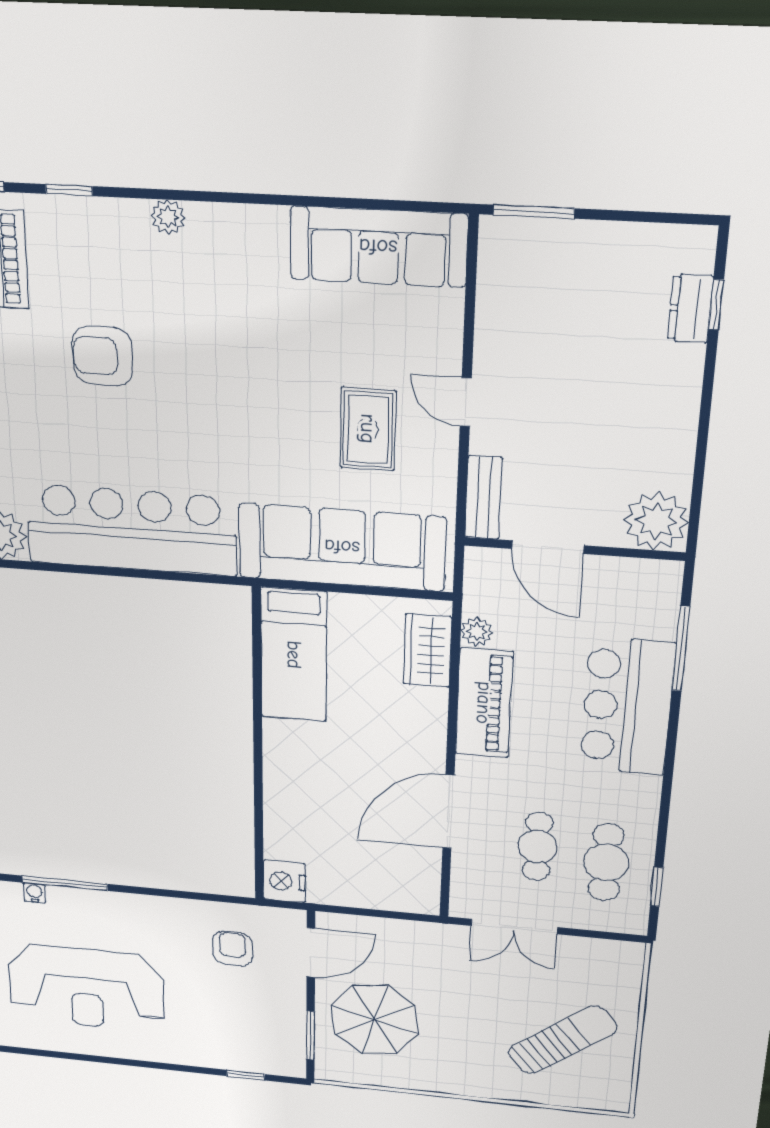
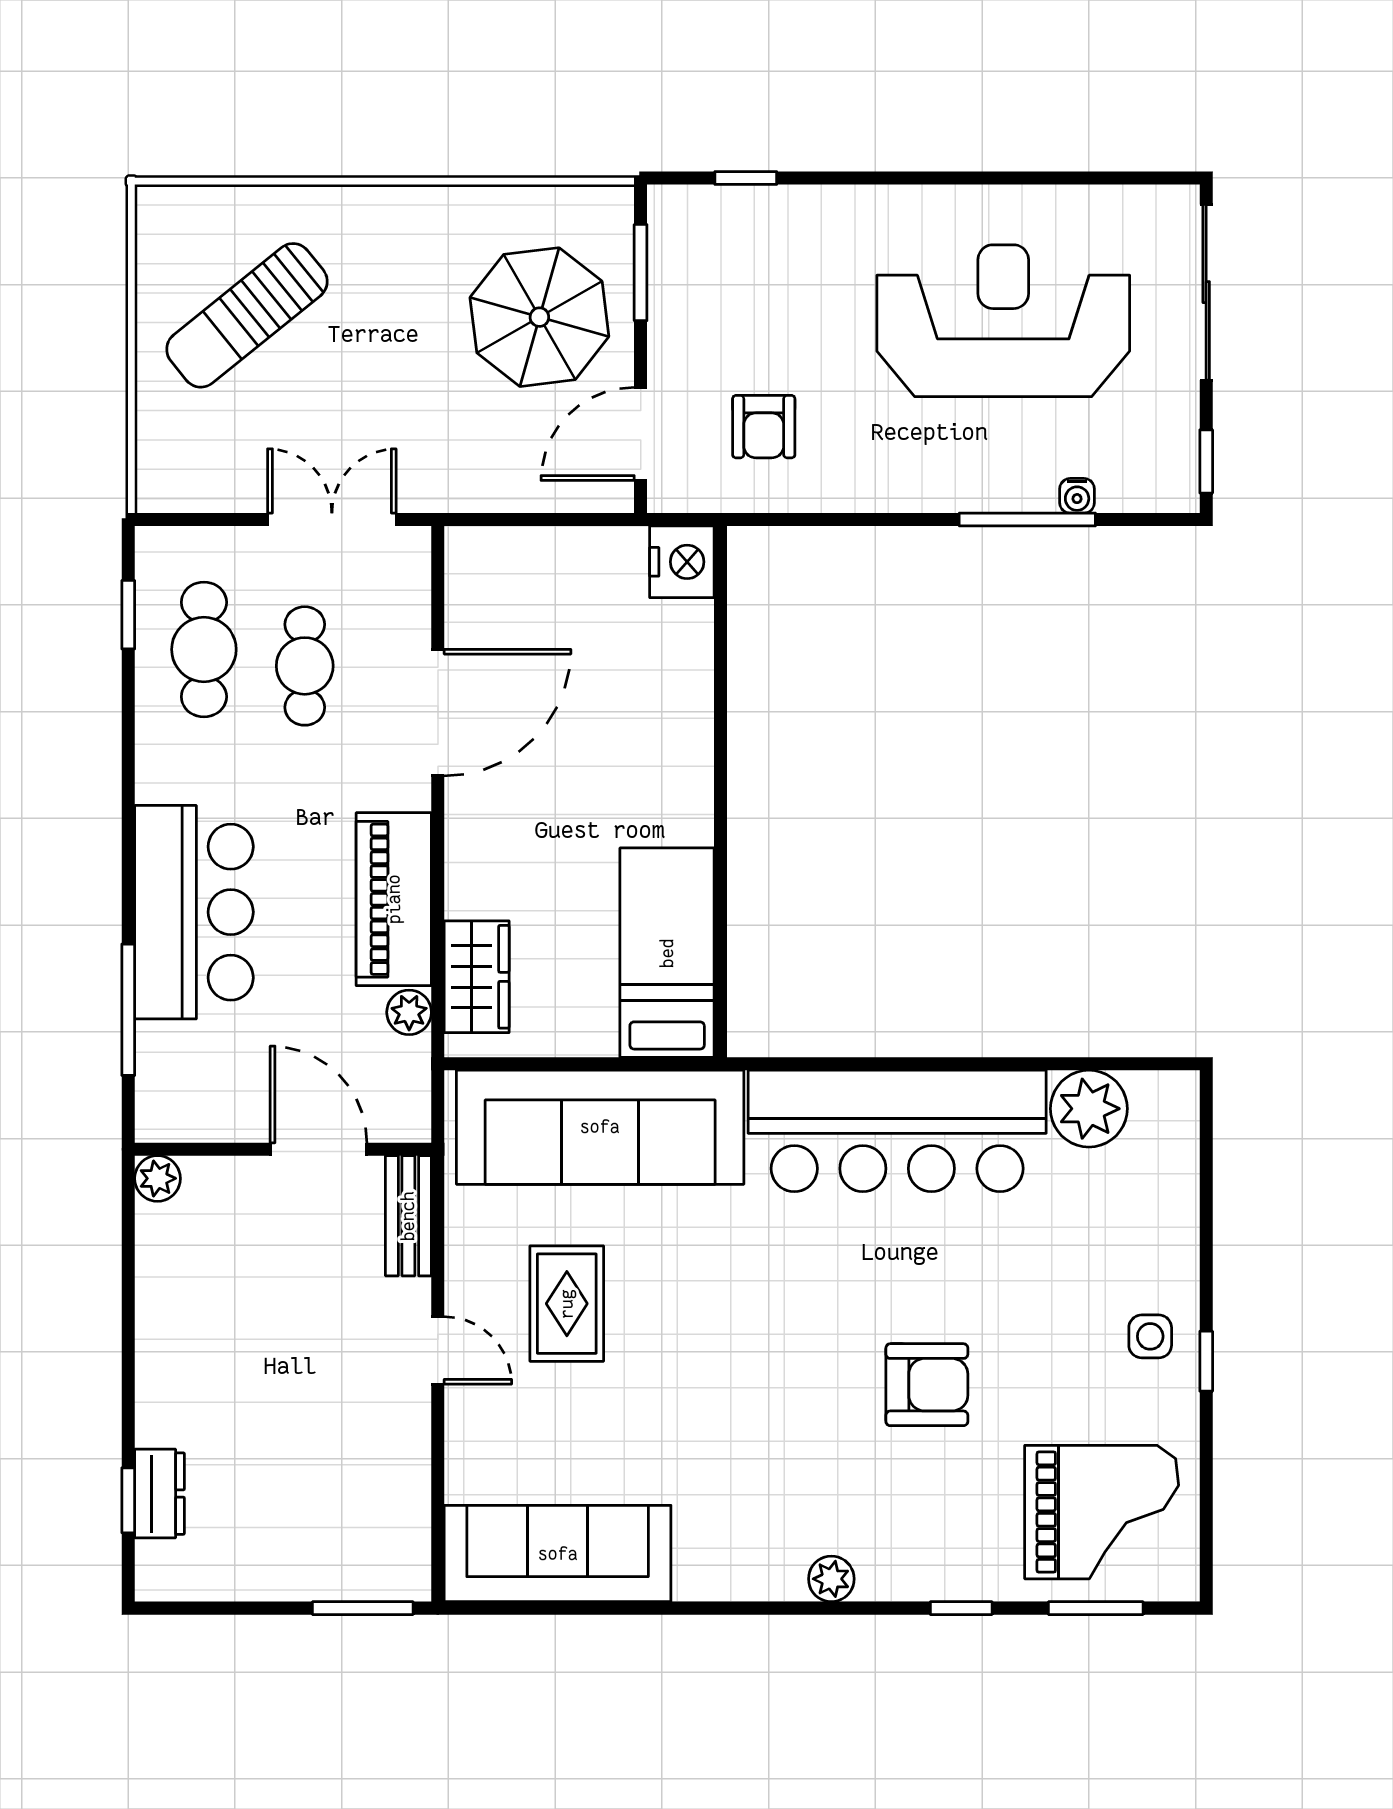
plant: (656, 521) -> (157, 1178), width x0.53, depth x0.53

